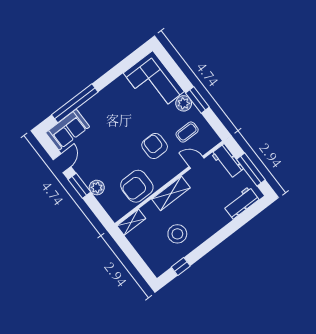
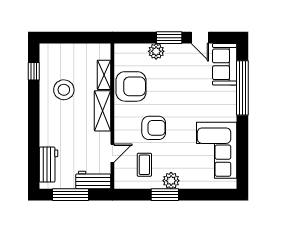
corner sofa: (154, 82) -> (217, 150), moved, turned -90
armchair: (137, 186) -> (131, 86), turned 90
shelving: (131, 222) -> (104, 75), moved

